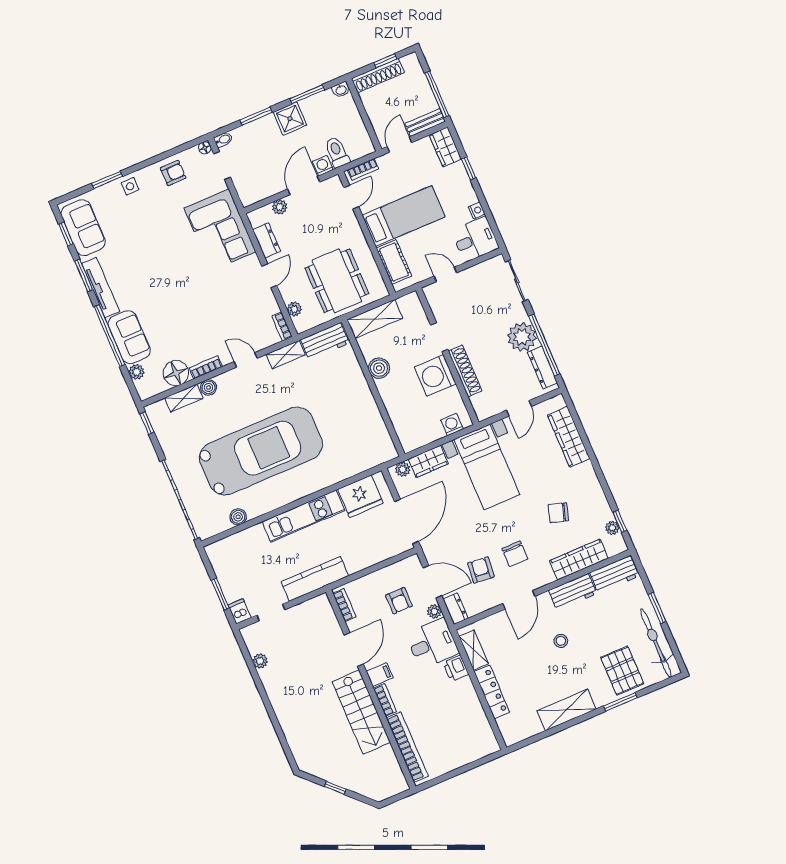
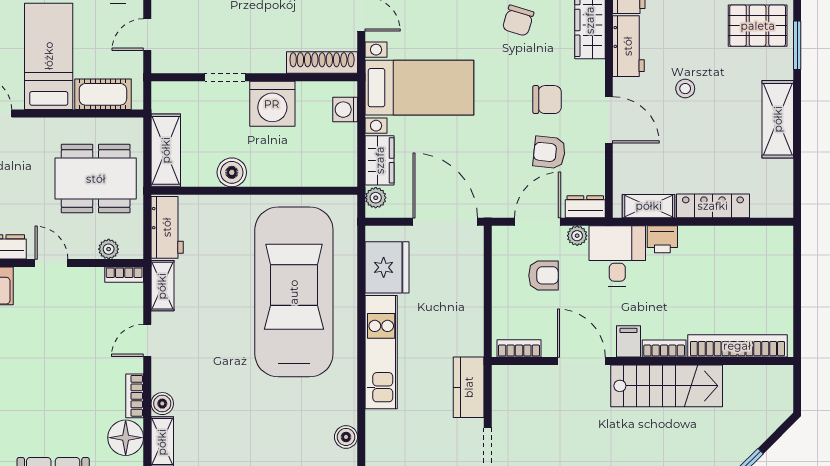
shoe rack: (465, 371) -> (322, 63), moved
car: (261, 451) -> (294, 292), moved
kitchen counter: (315, 579) -> (469, 387), width x0.67

